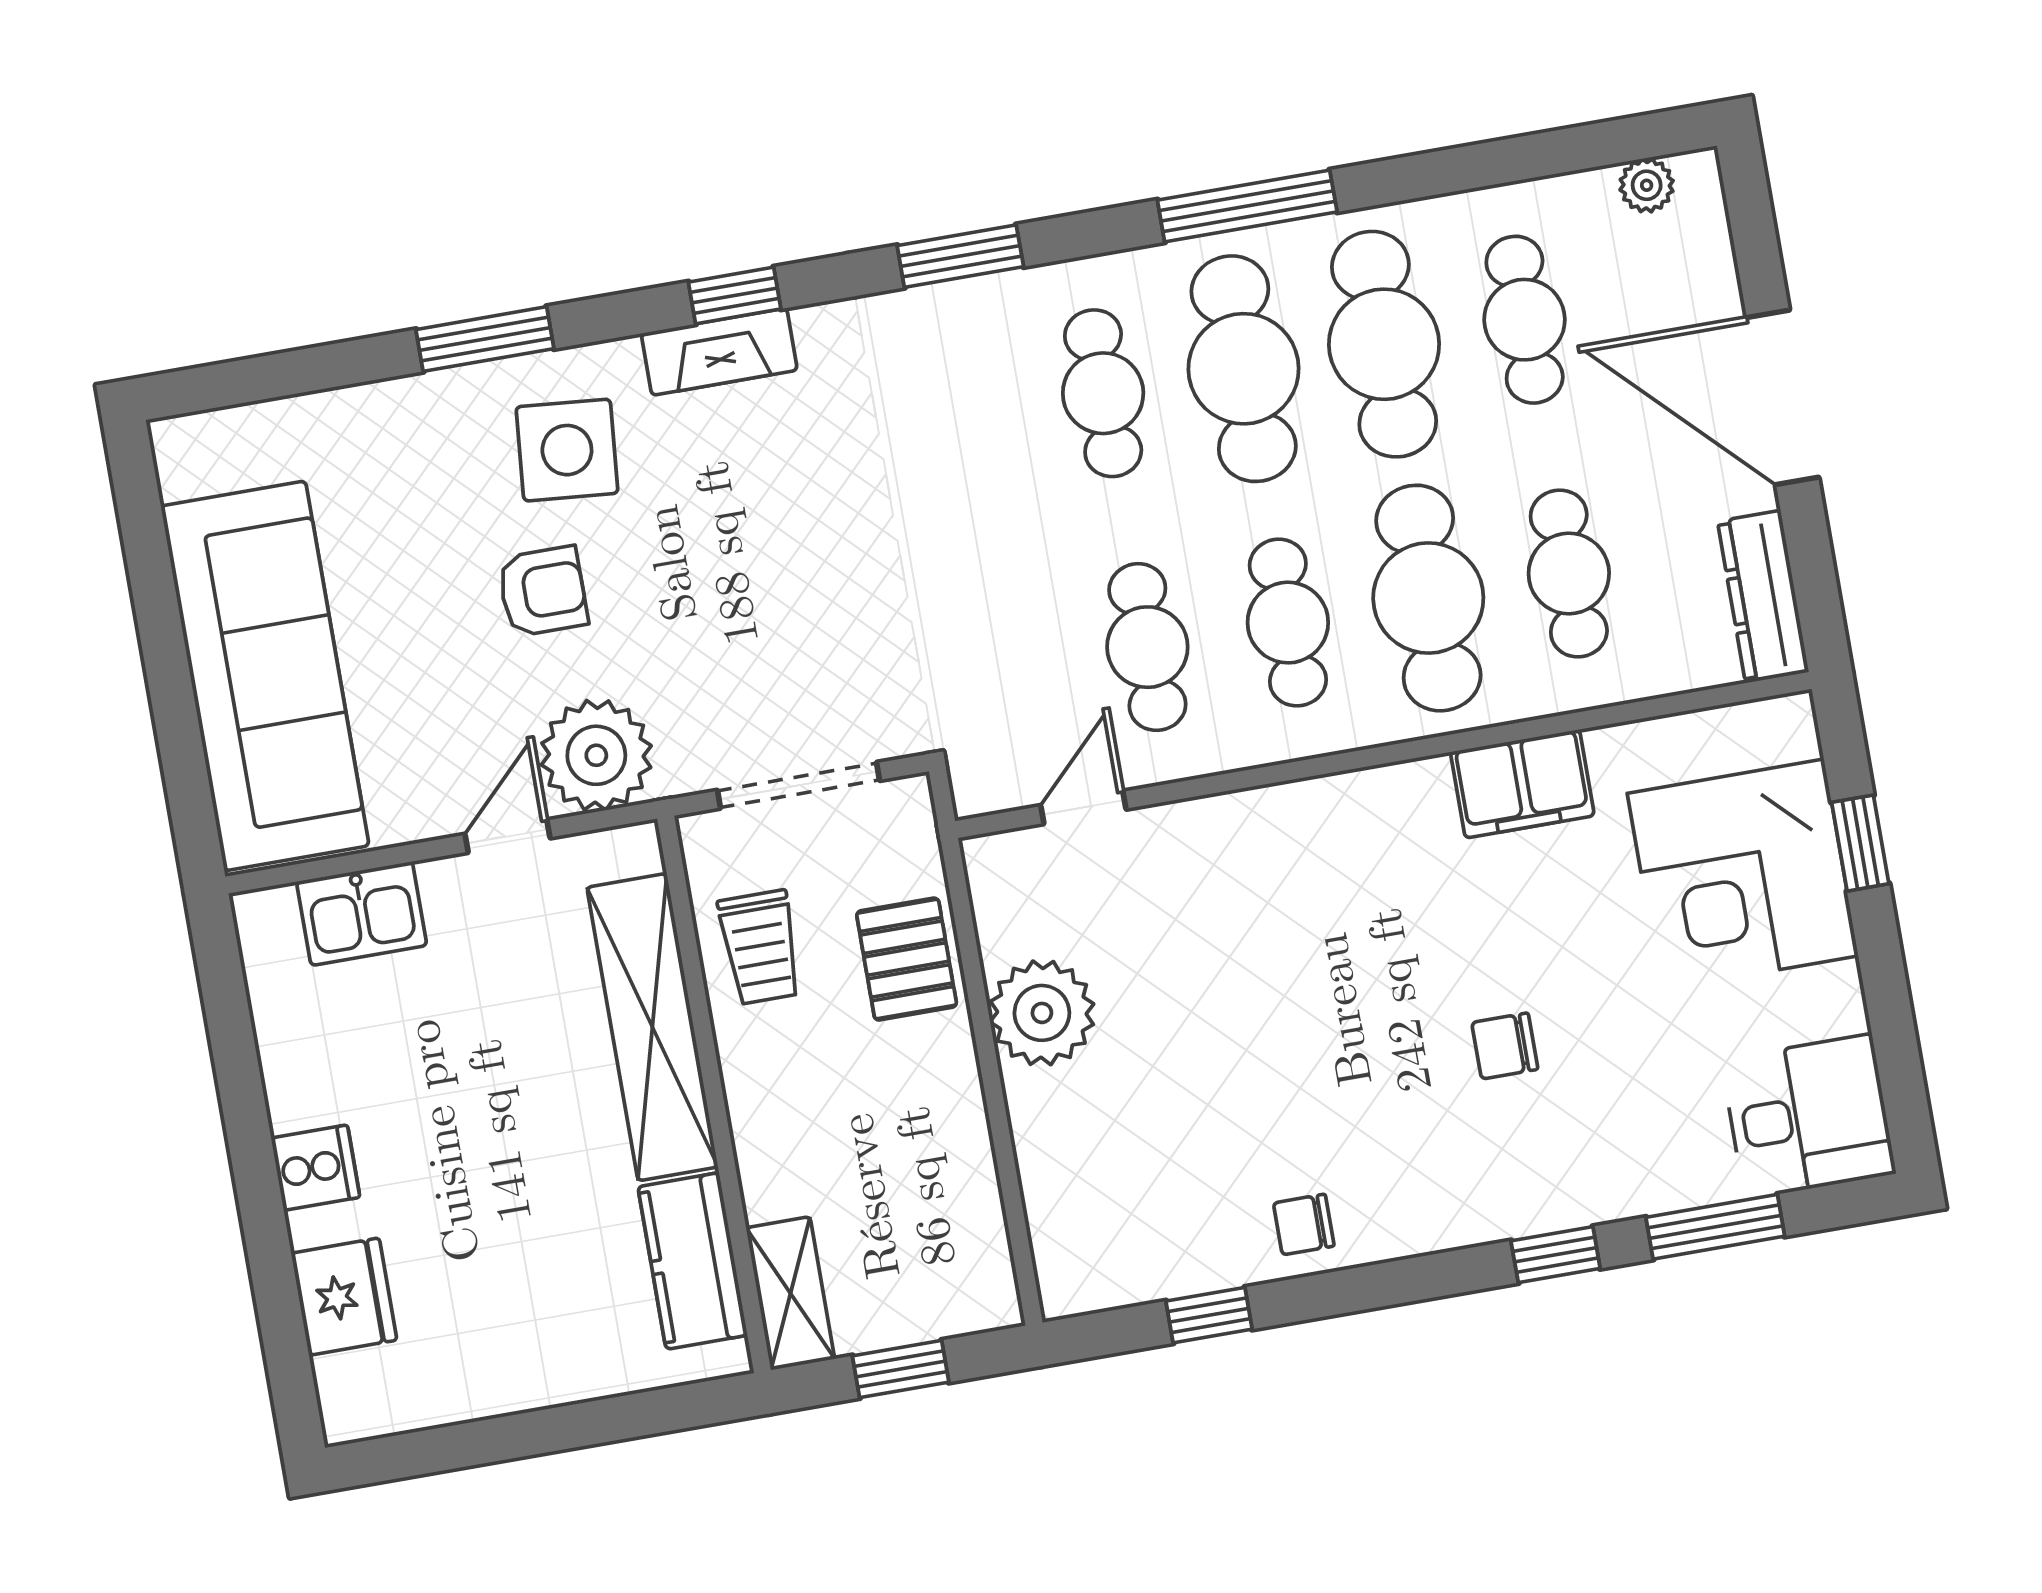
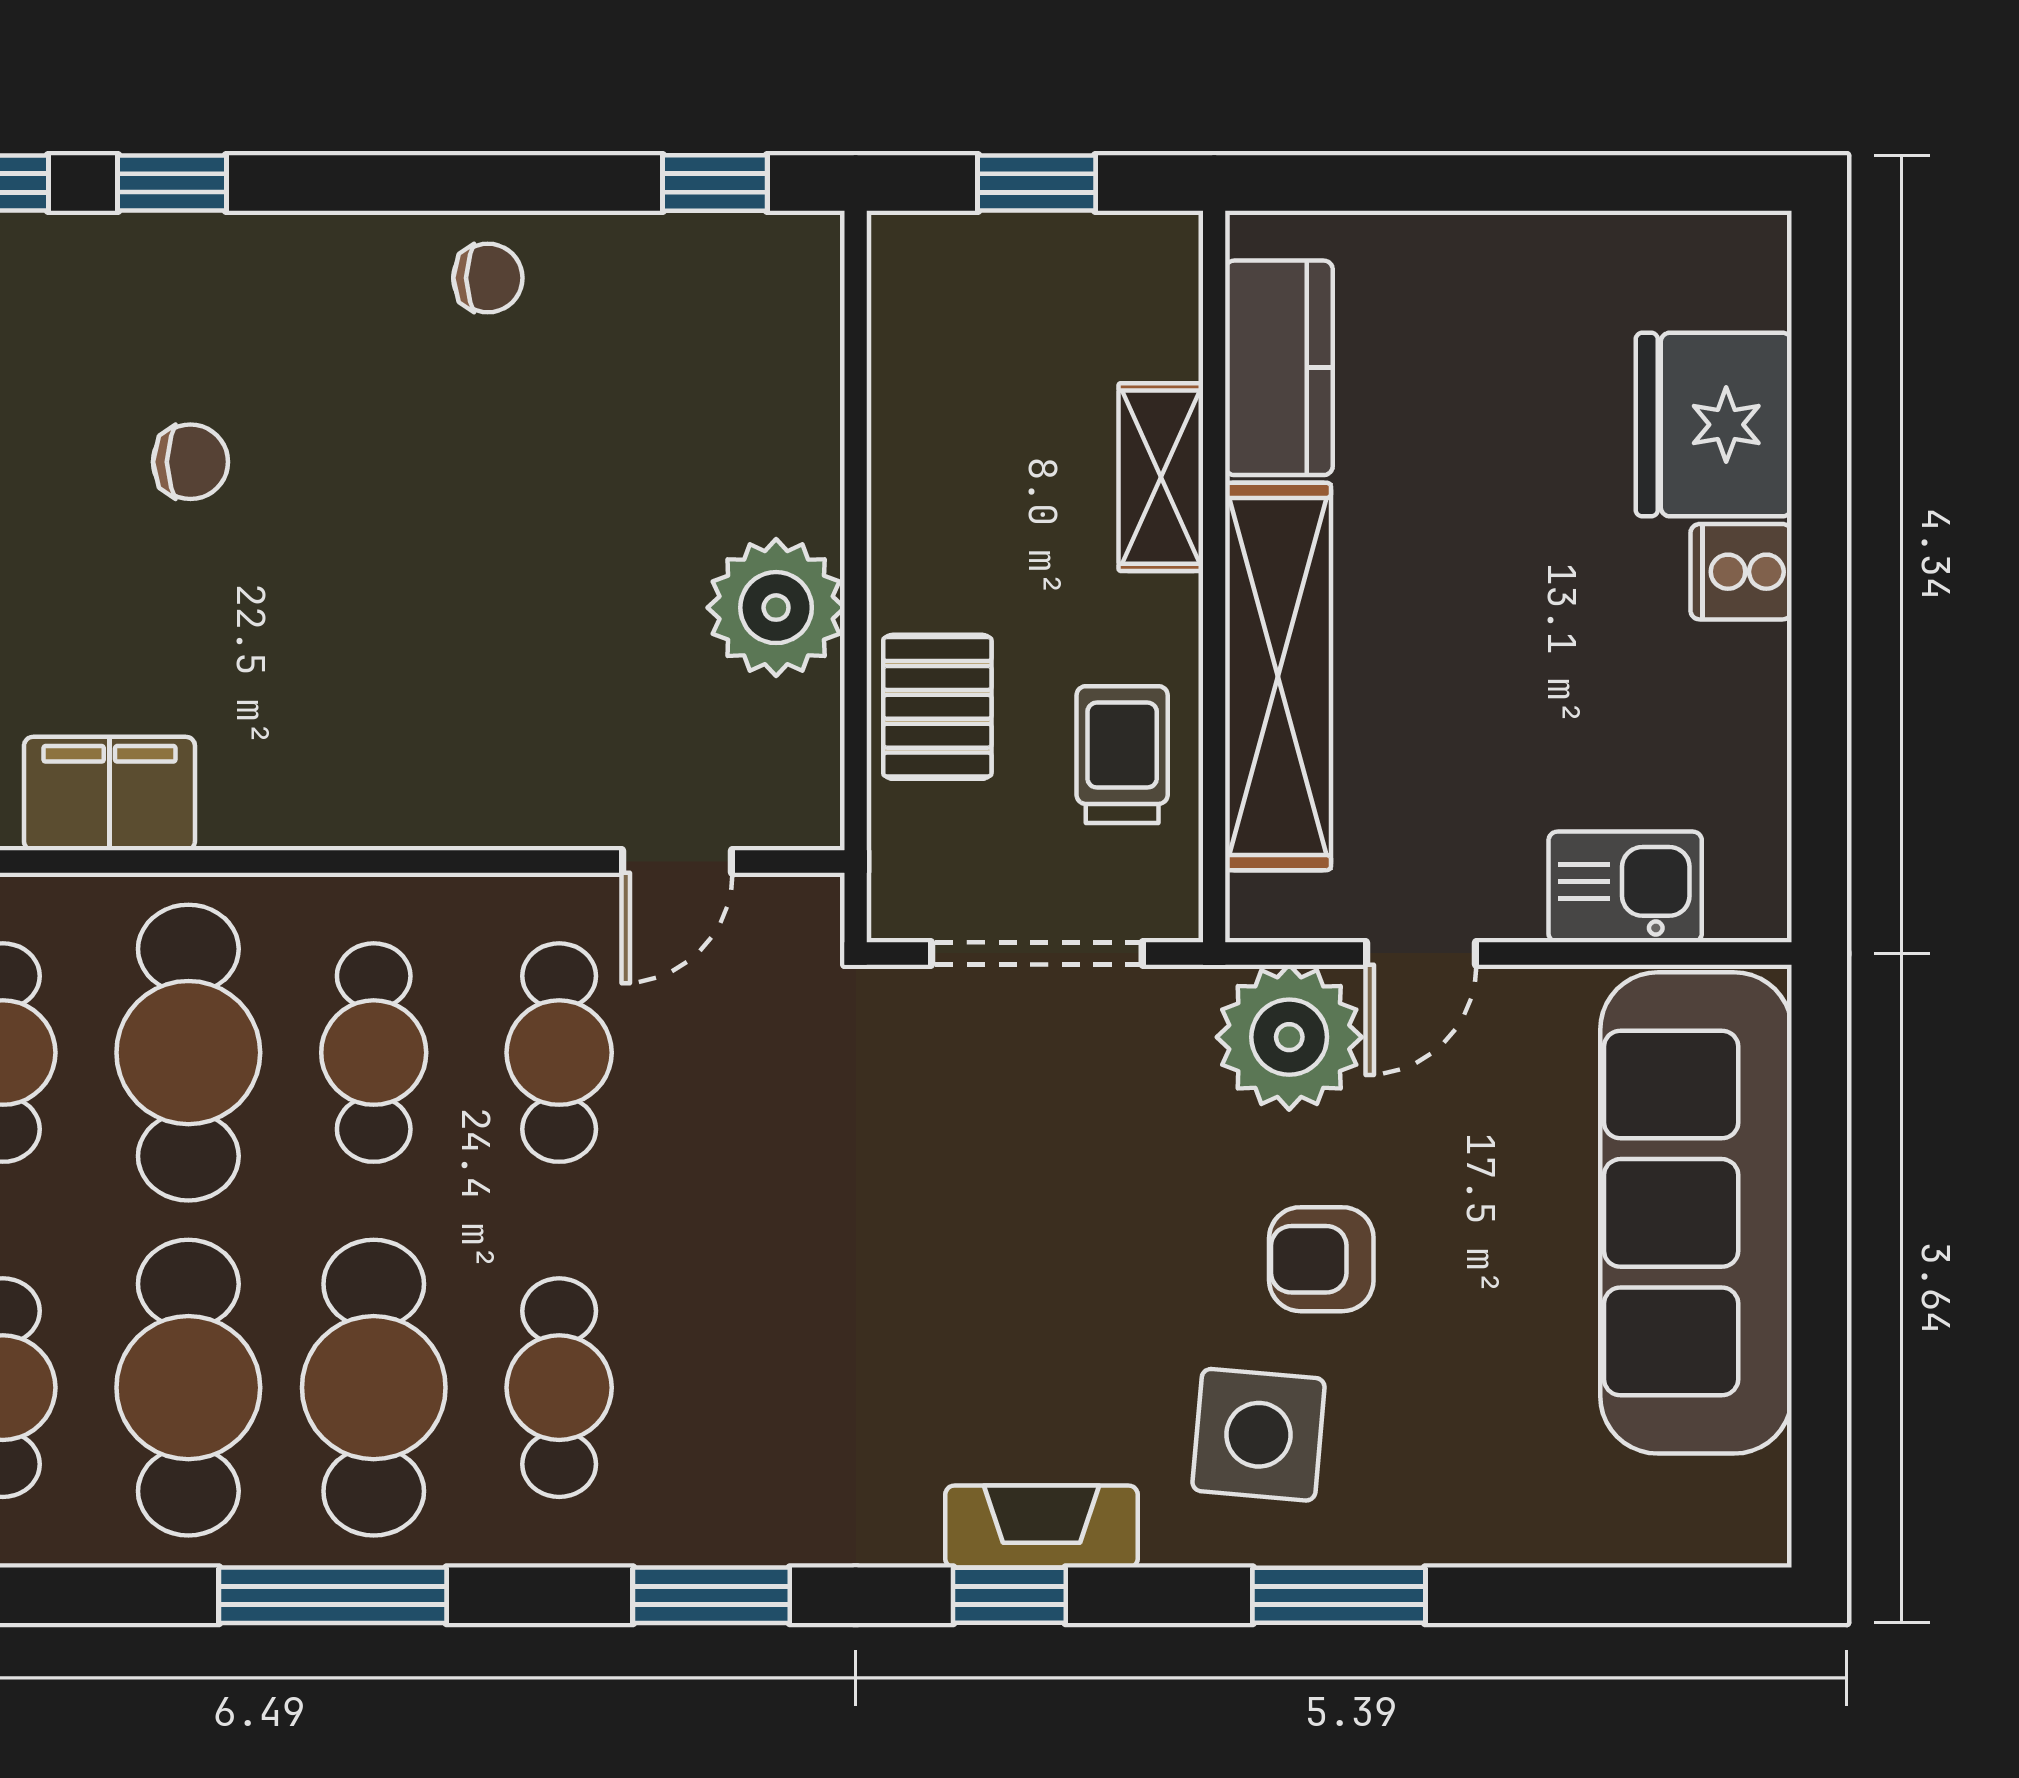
shelving: (790, 1293) -> (1161, 477), moved
fridge: (344, 1297) -> (1714, 425), width x1.36, depth x1.34
window: (1209, 1315) -> (715, 183), moved

